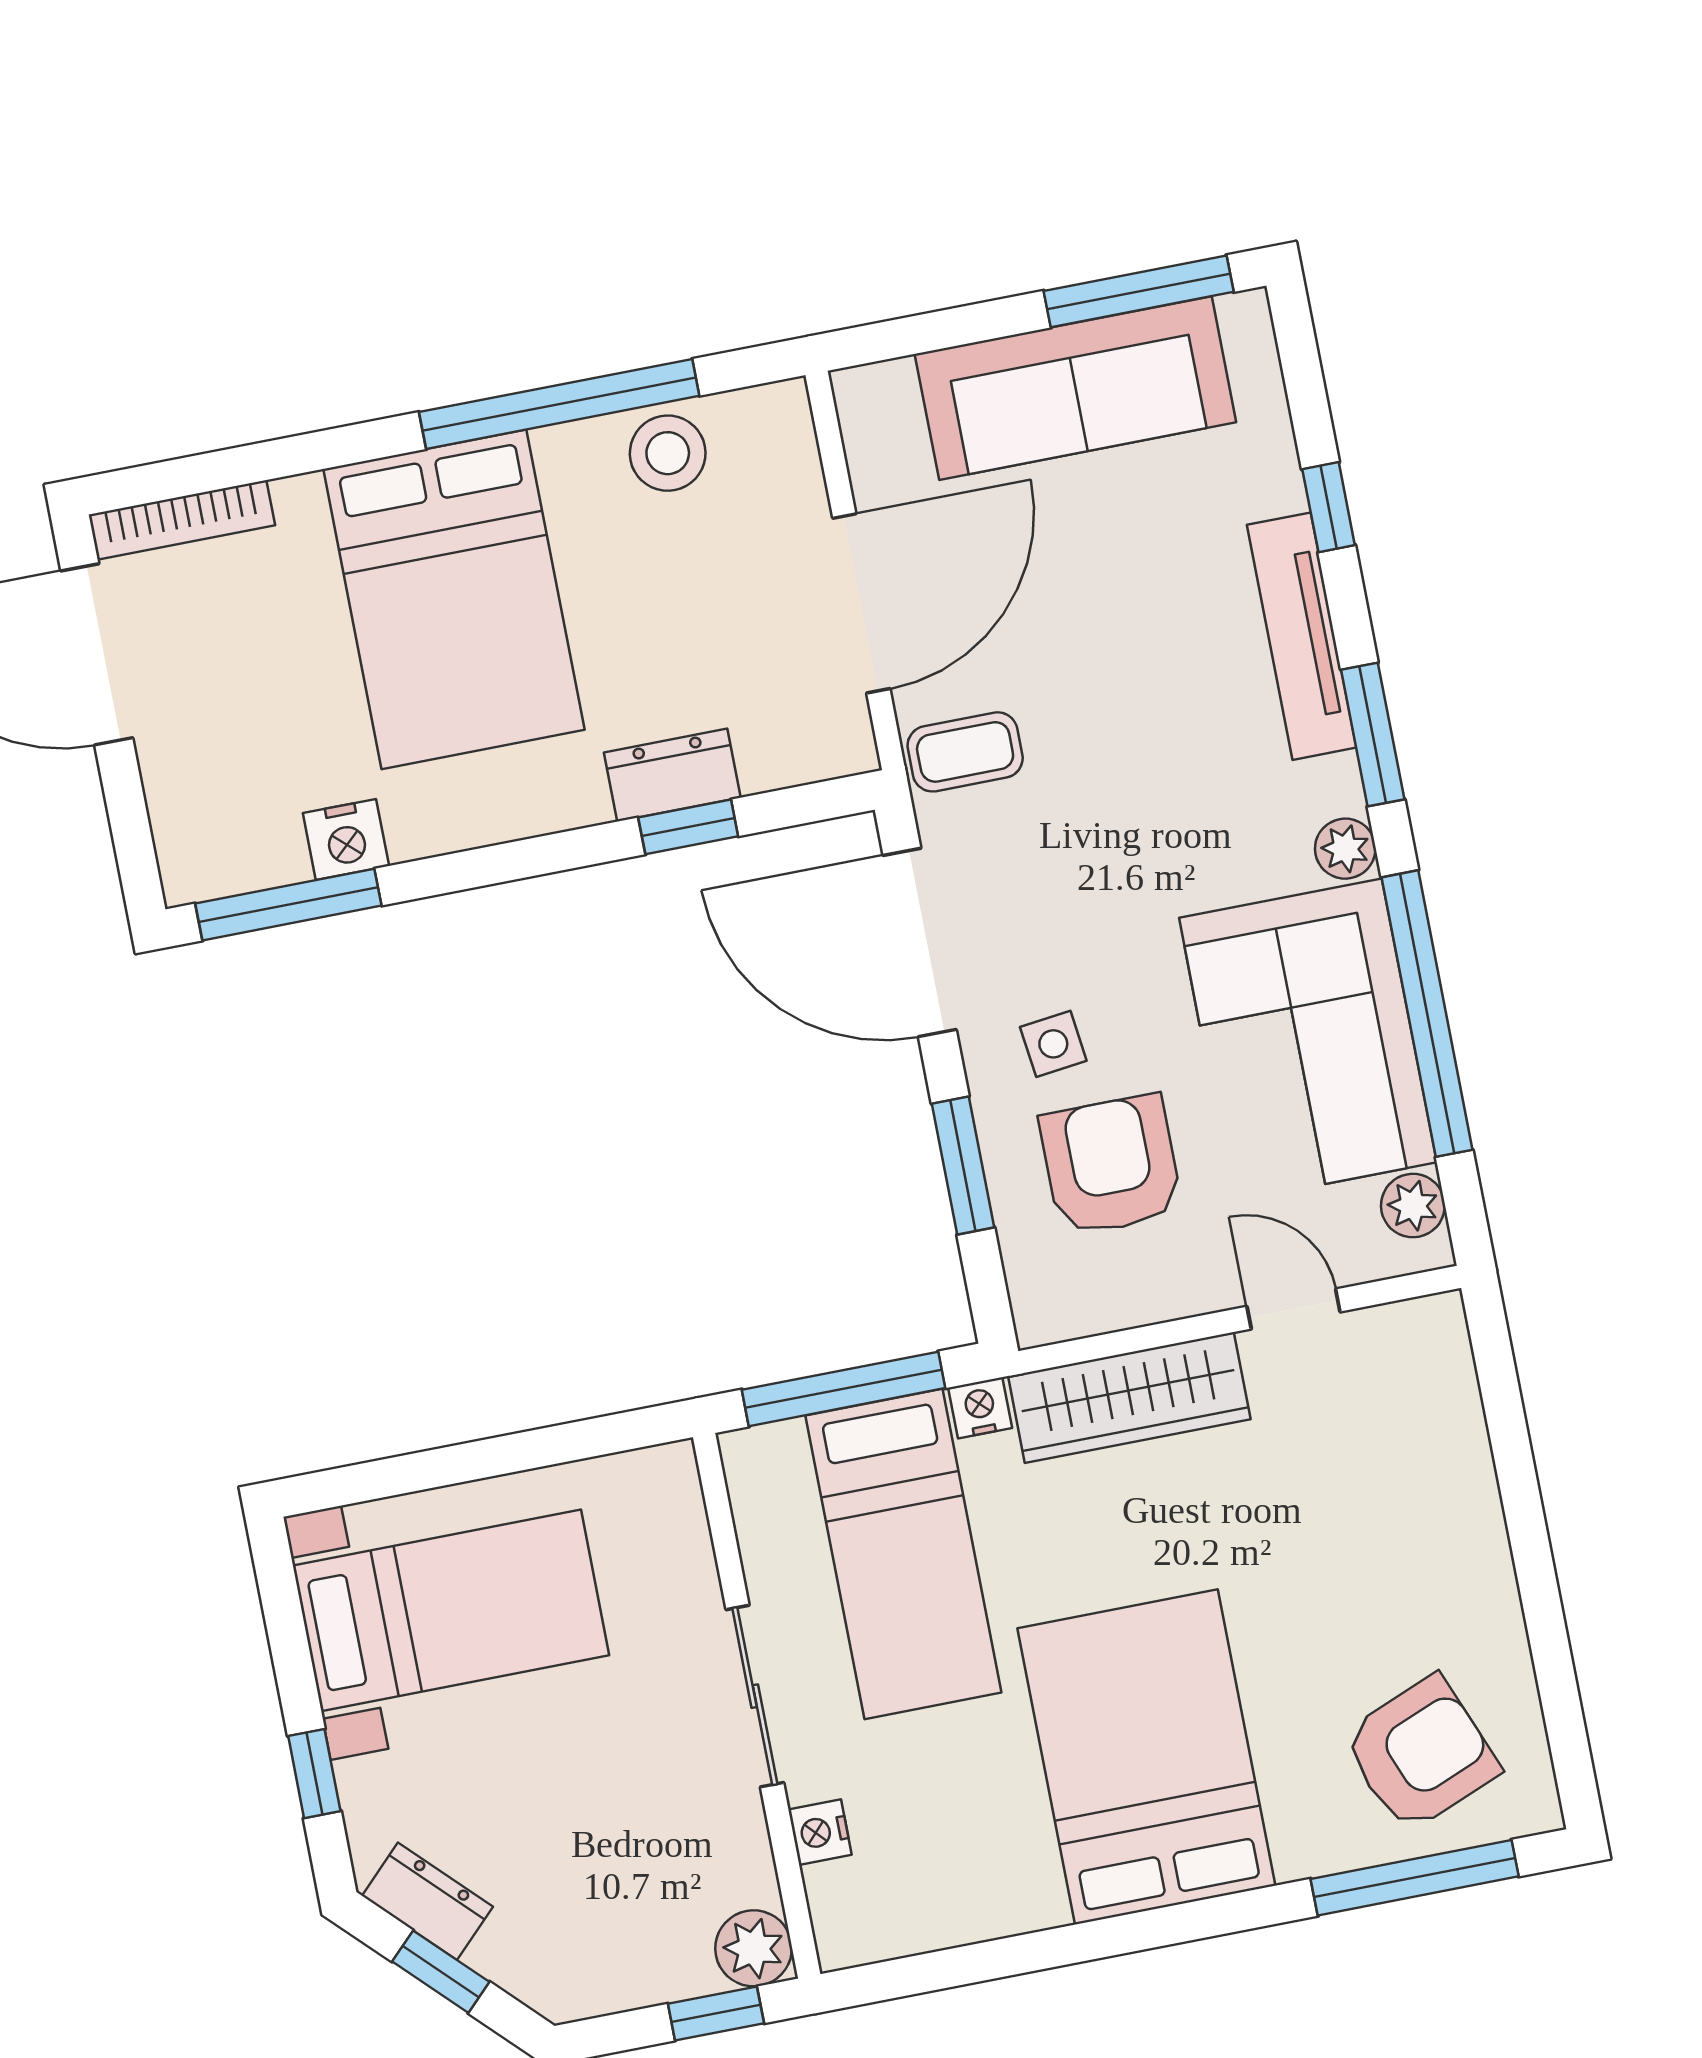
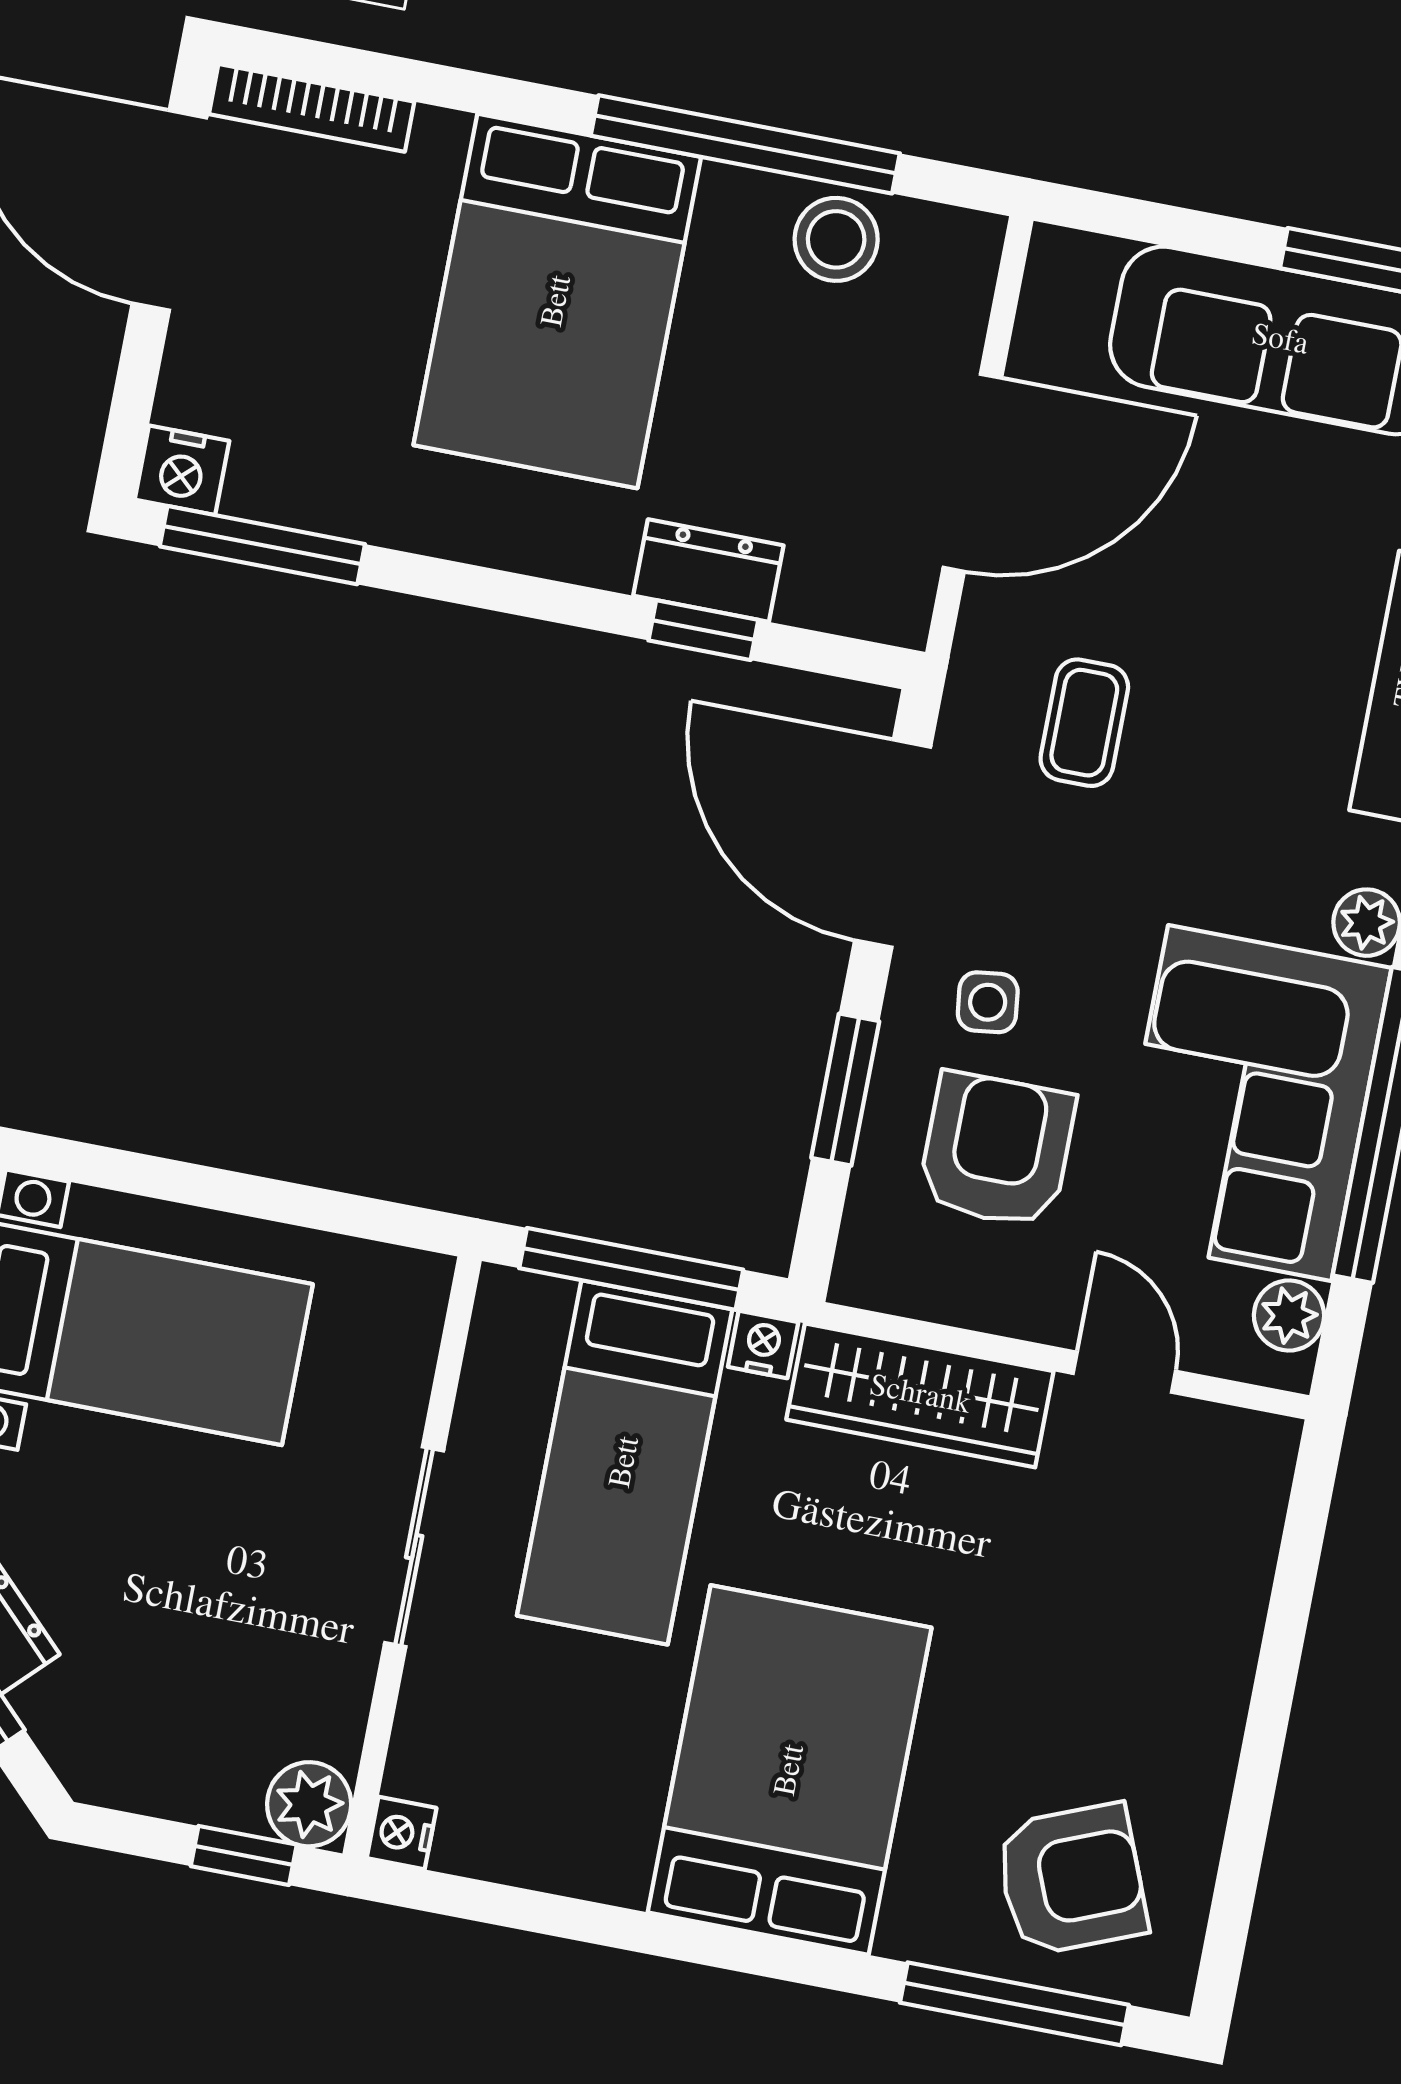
coffee table: (965, 752) -> (1084, 723), moved, turned 90
nightstand: (346, 839) -> (182, 470), moved
nightstand: (820, 1832) -> (402, 1833), moved

